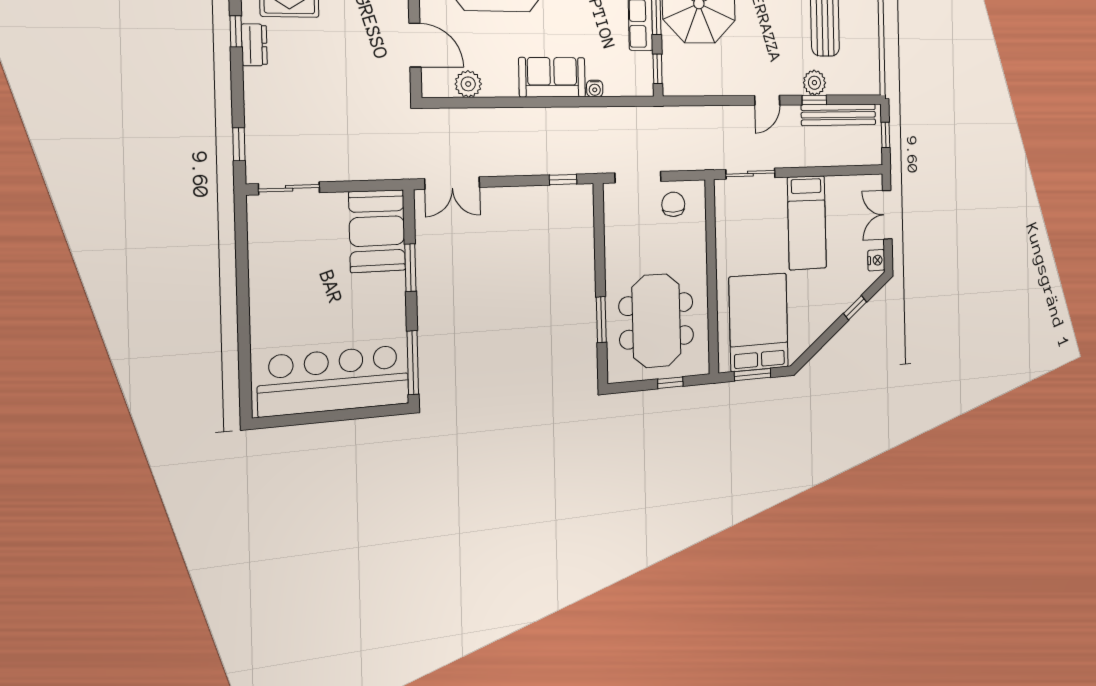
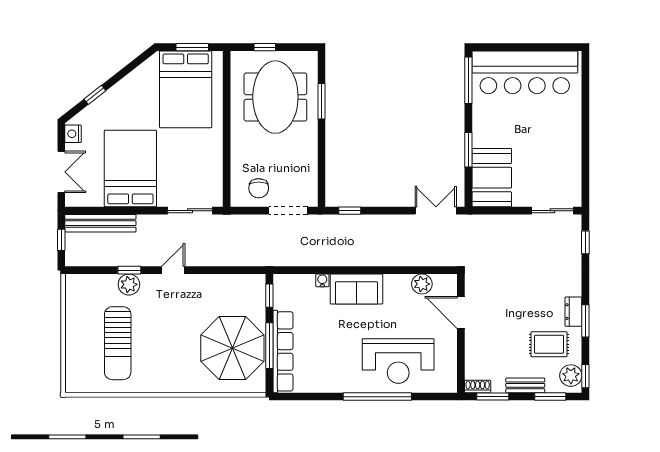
window: (236, 31) -> (585, 321), width x1.50
bench: (839, 115) -> (100, 223), moved
bed: (807, 223) -> (130, 168), width x1.50

